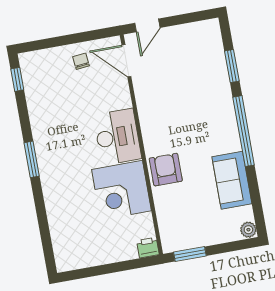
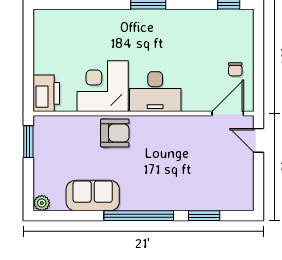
chair: (81, 61) -> (235, 69), turned 96
printer: (148, 248) -> (46, 93), width x1.87, depth x1.48

